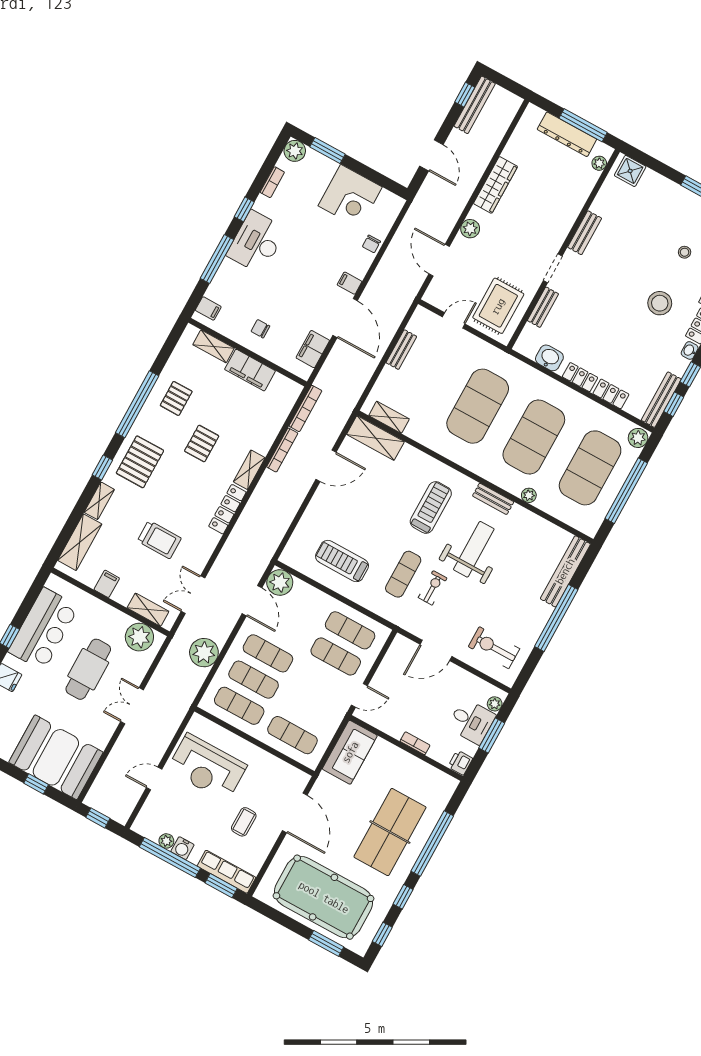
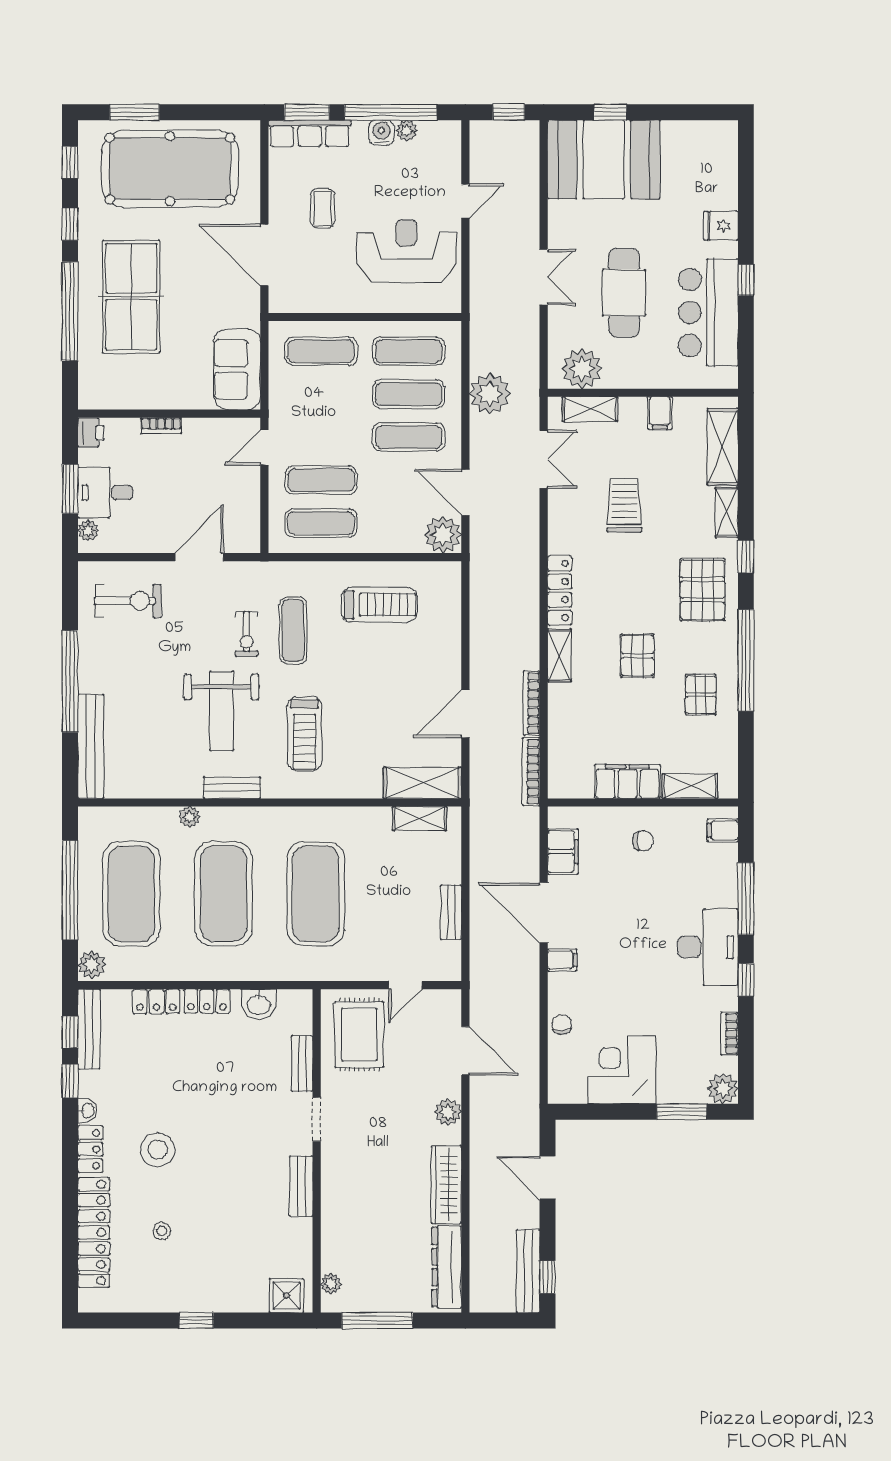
dresser: (567, 134) -> (447, 1267), moved, turned -90
trolley: (159, 540) -> (624, 505), turned 90

